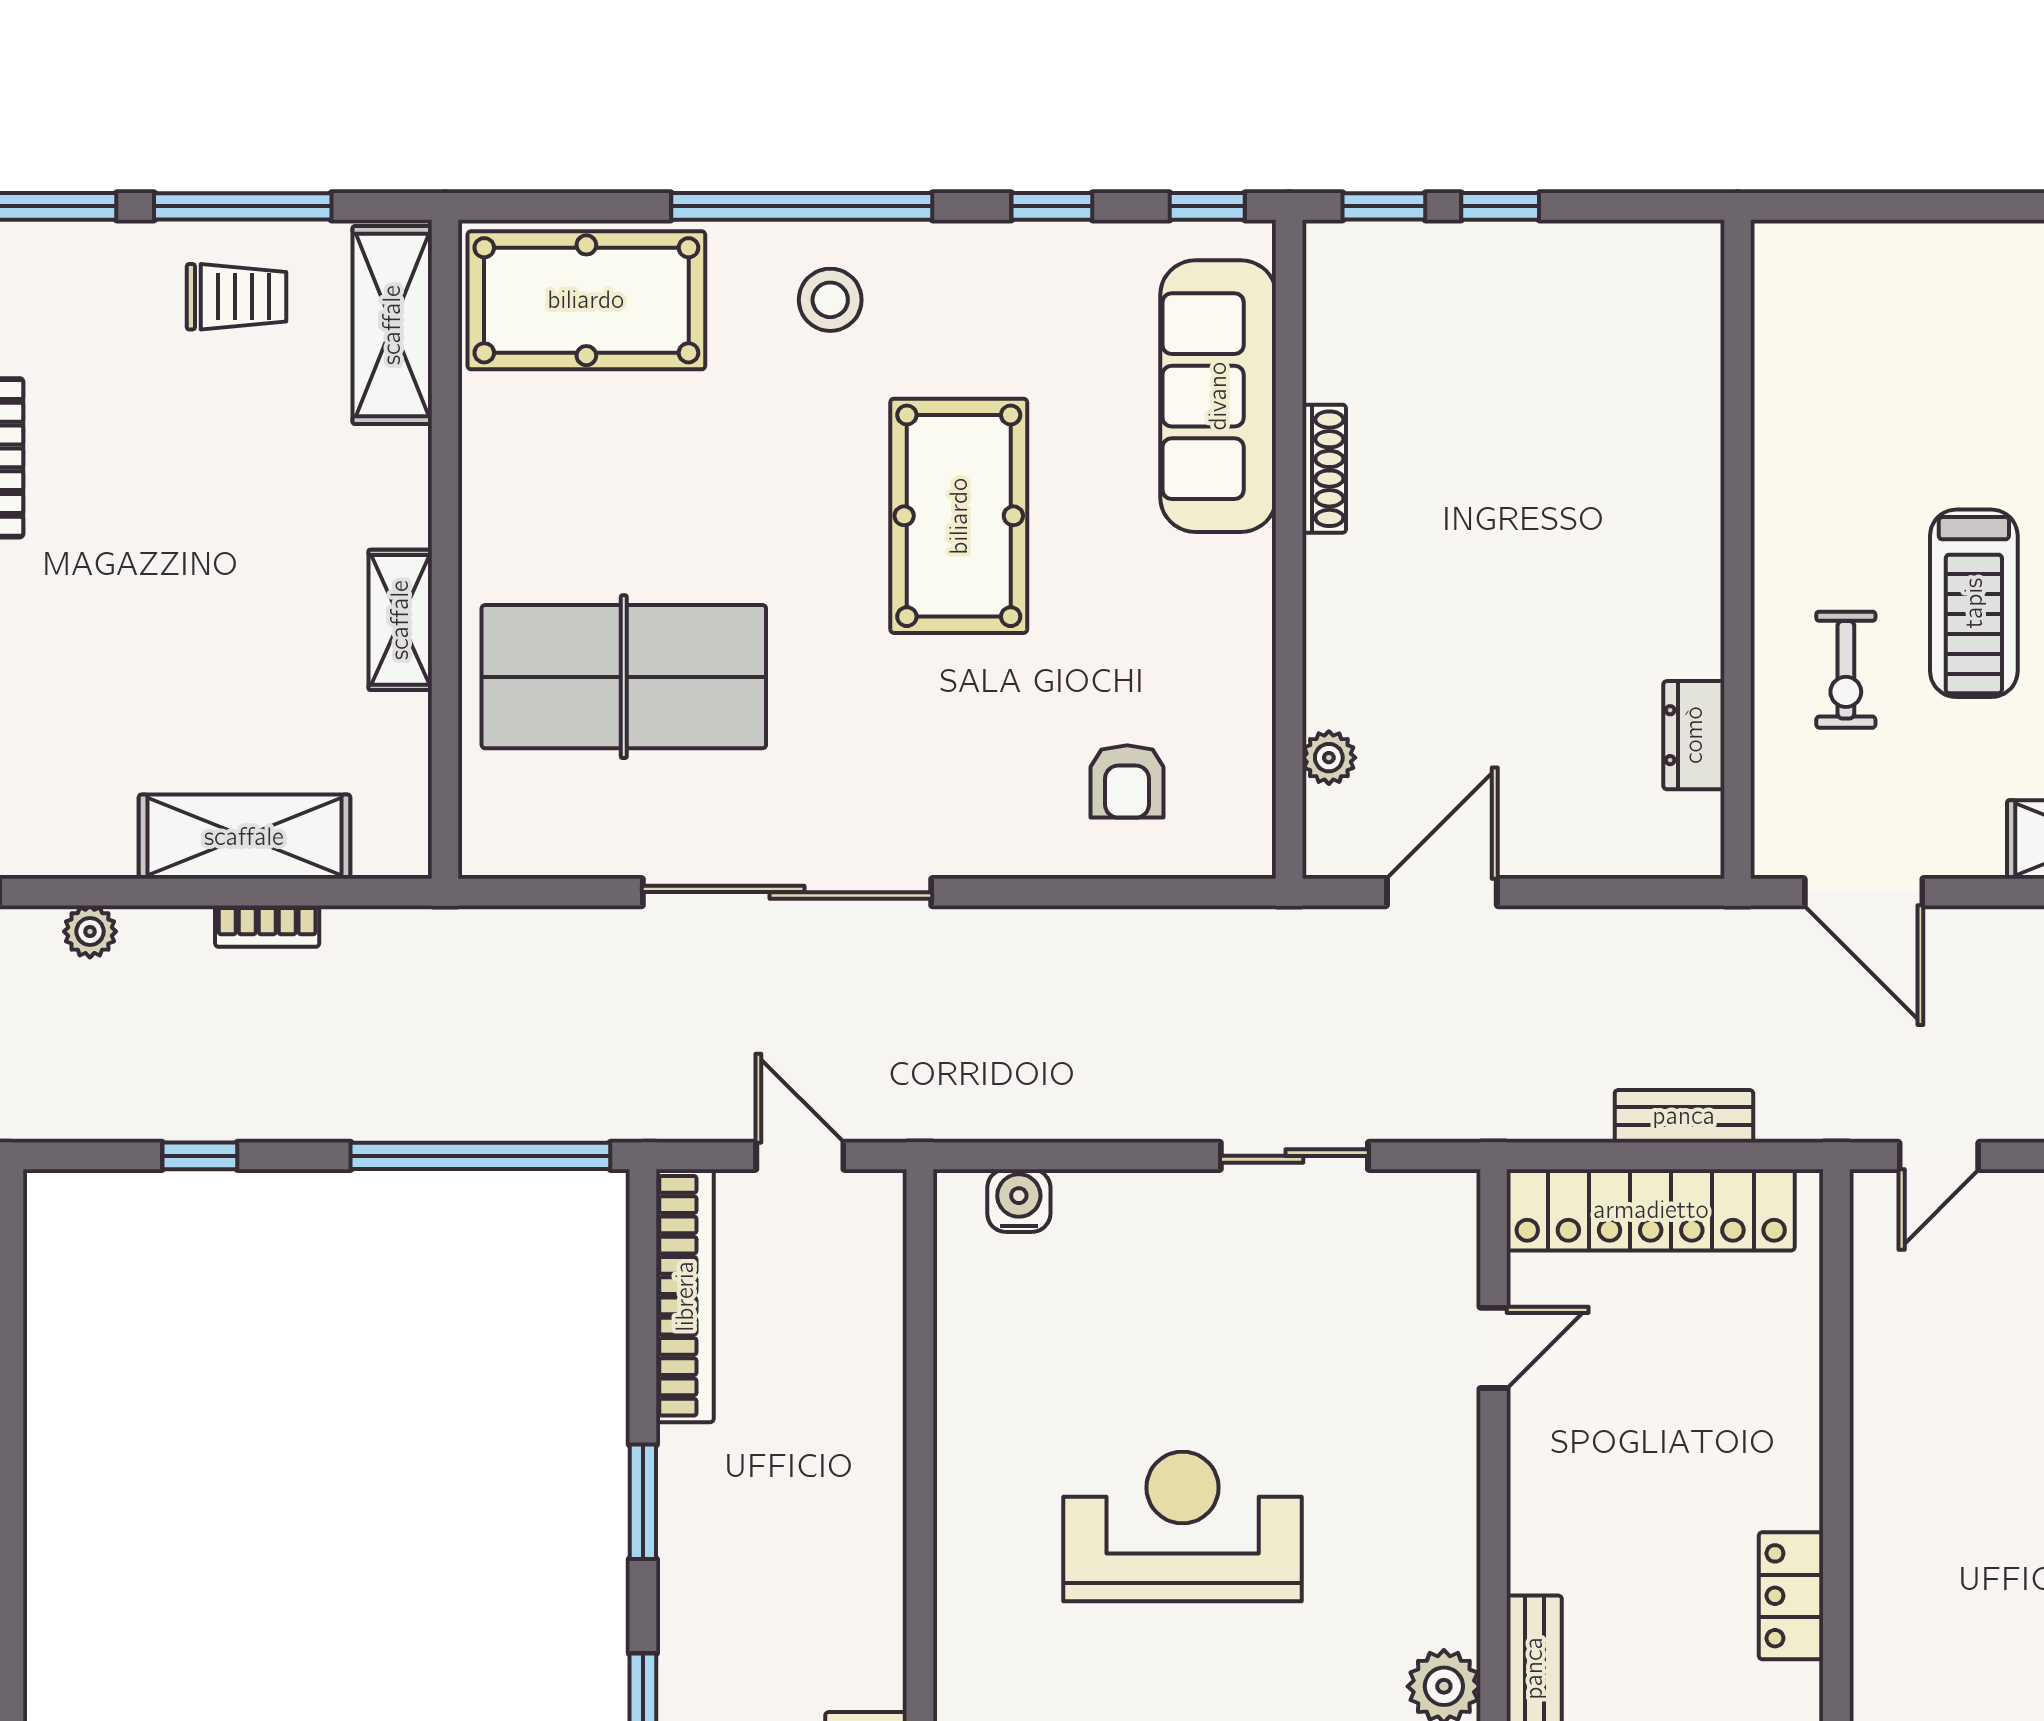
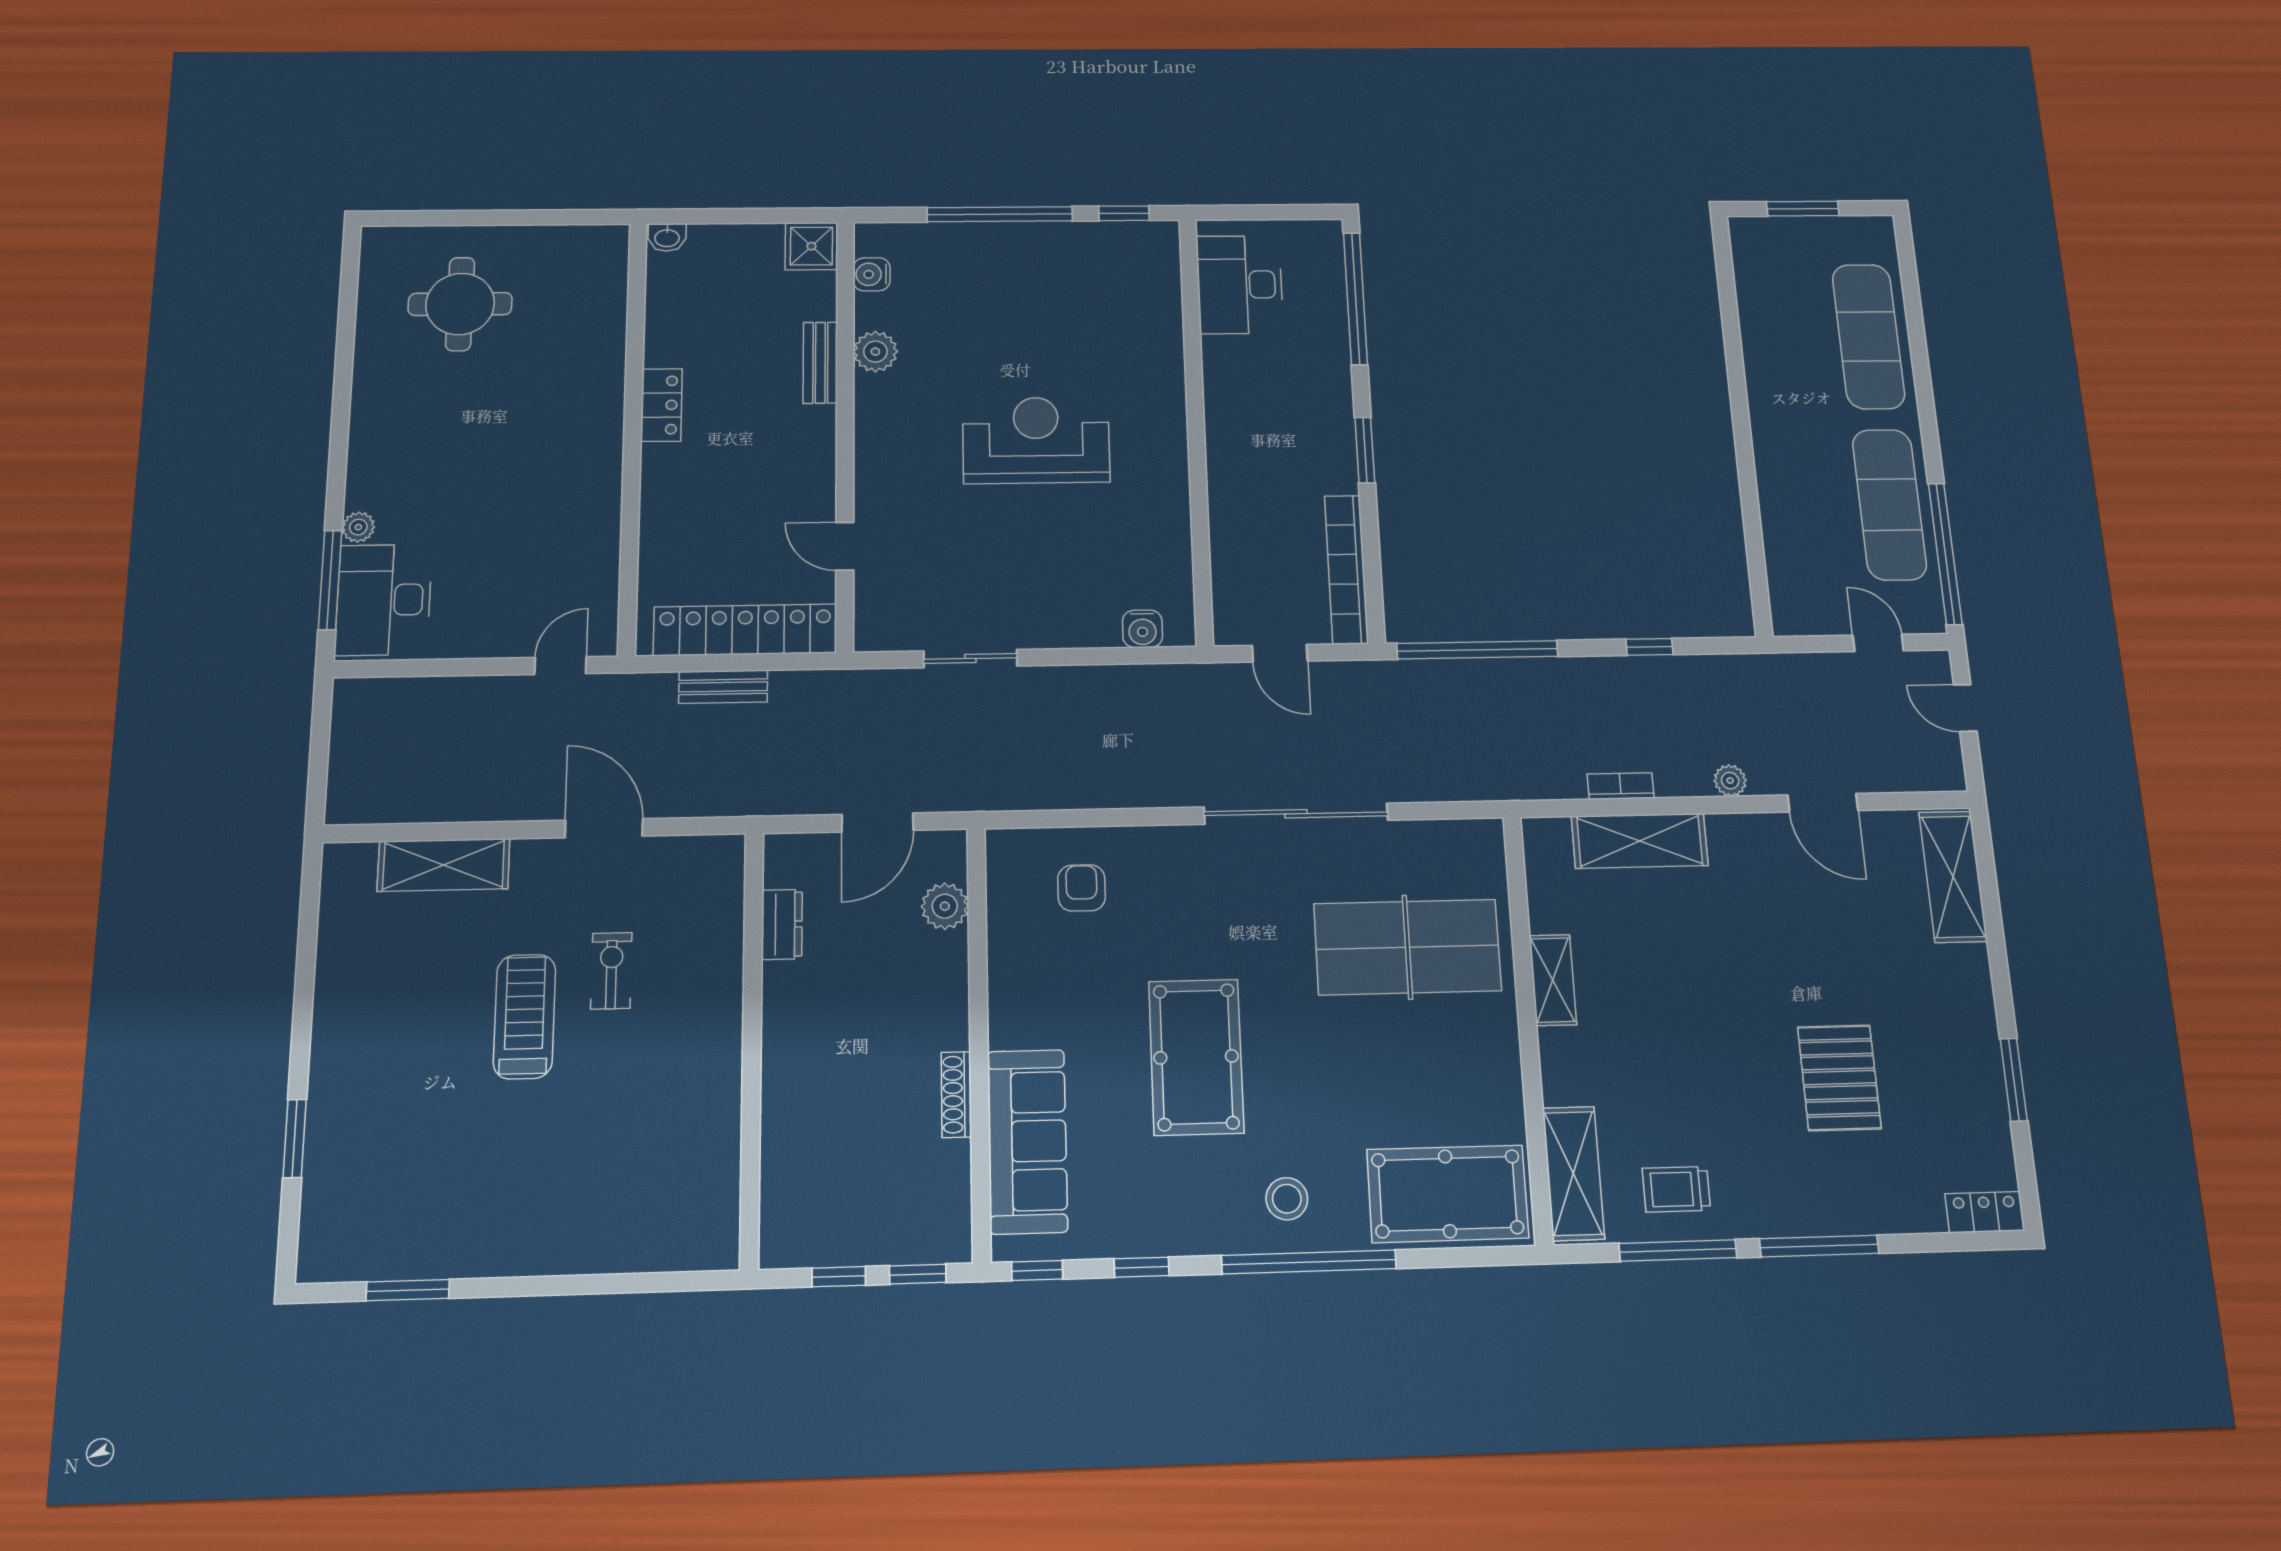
wall: (1737, 549) -> (752, 1046), moved
dresser: (1694, 735) -> (782, 924), moved
plant: (1329, 758) -> (945, 906), width x1.38, depth x1.38
door: (1494, 1348) -> (845, 546), hinge flipped
reception desk: (1183, 1526) -> (1036, 440), turned 180

